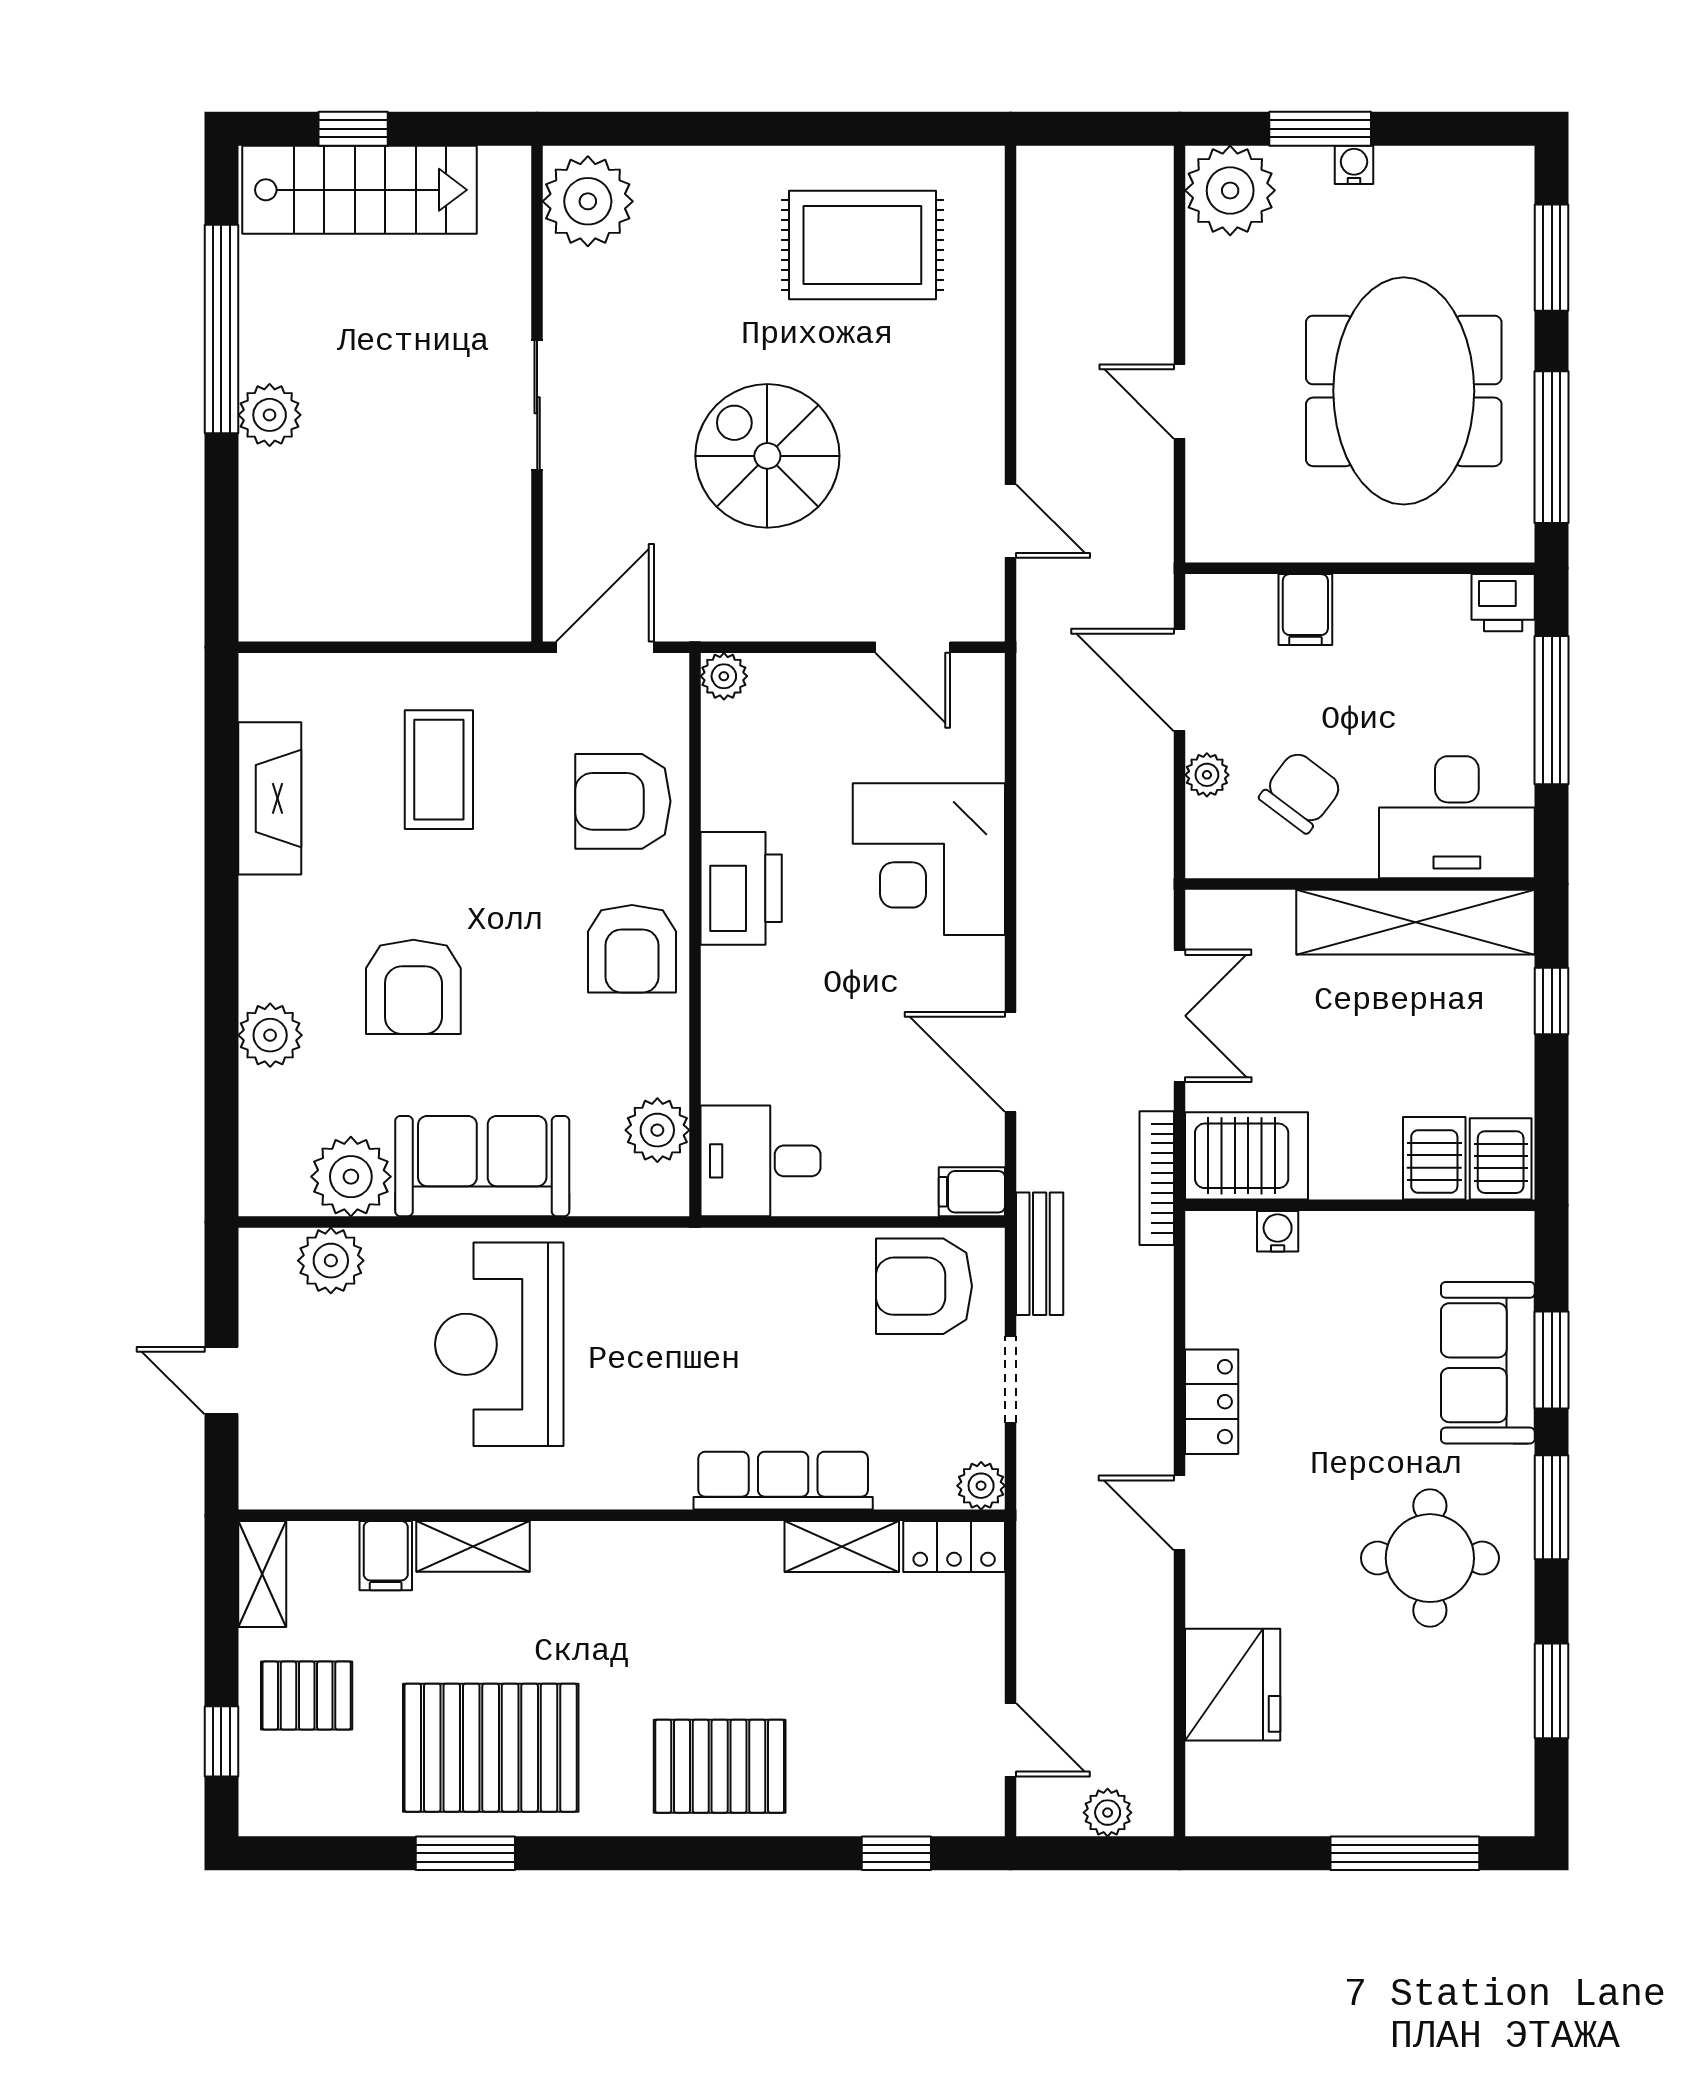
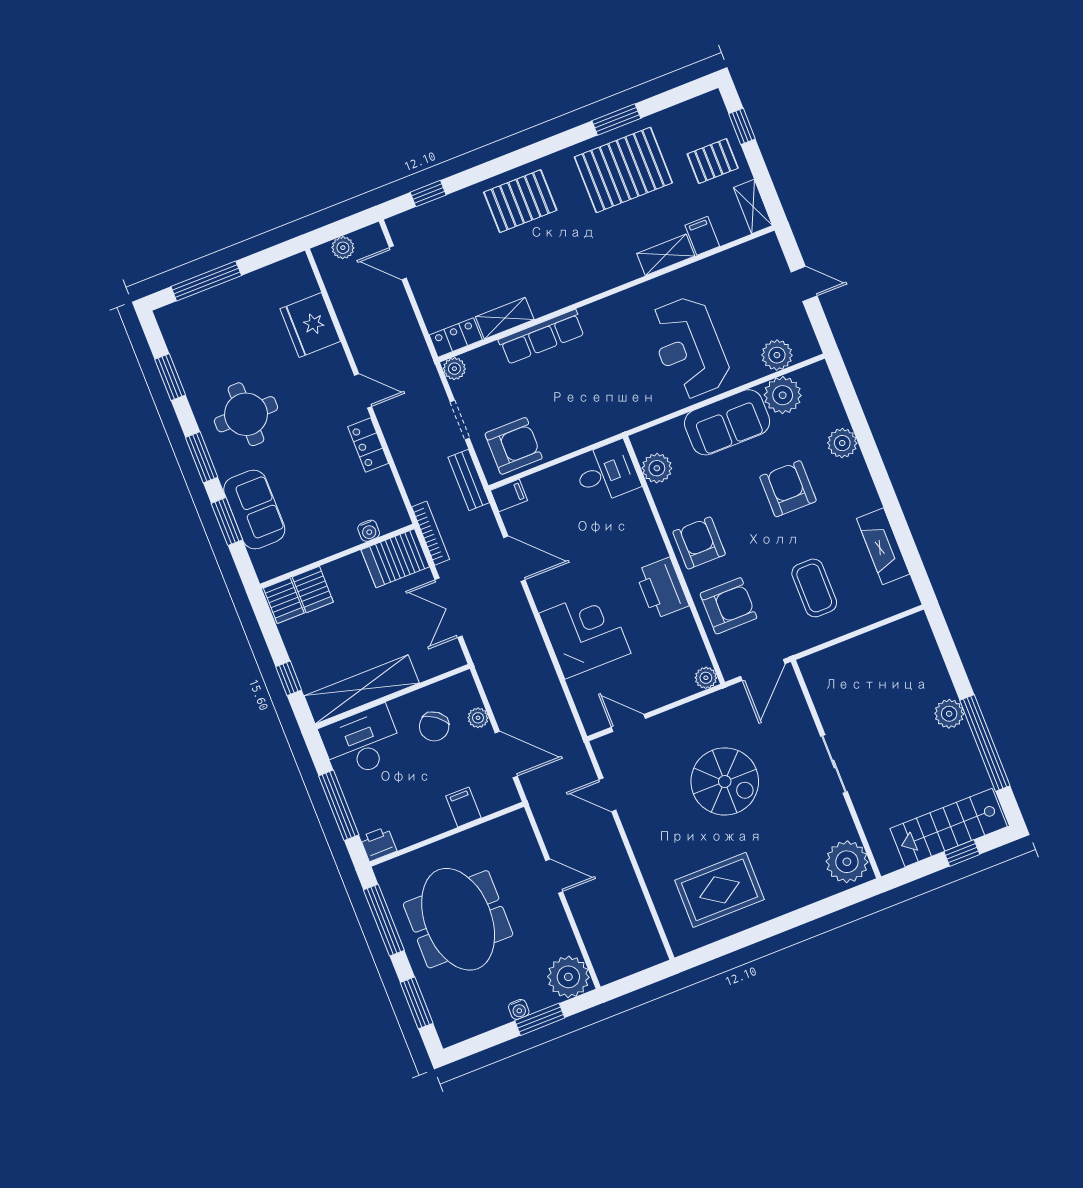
reception desk: (499, 1344) -> (689, 347), turned 180

